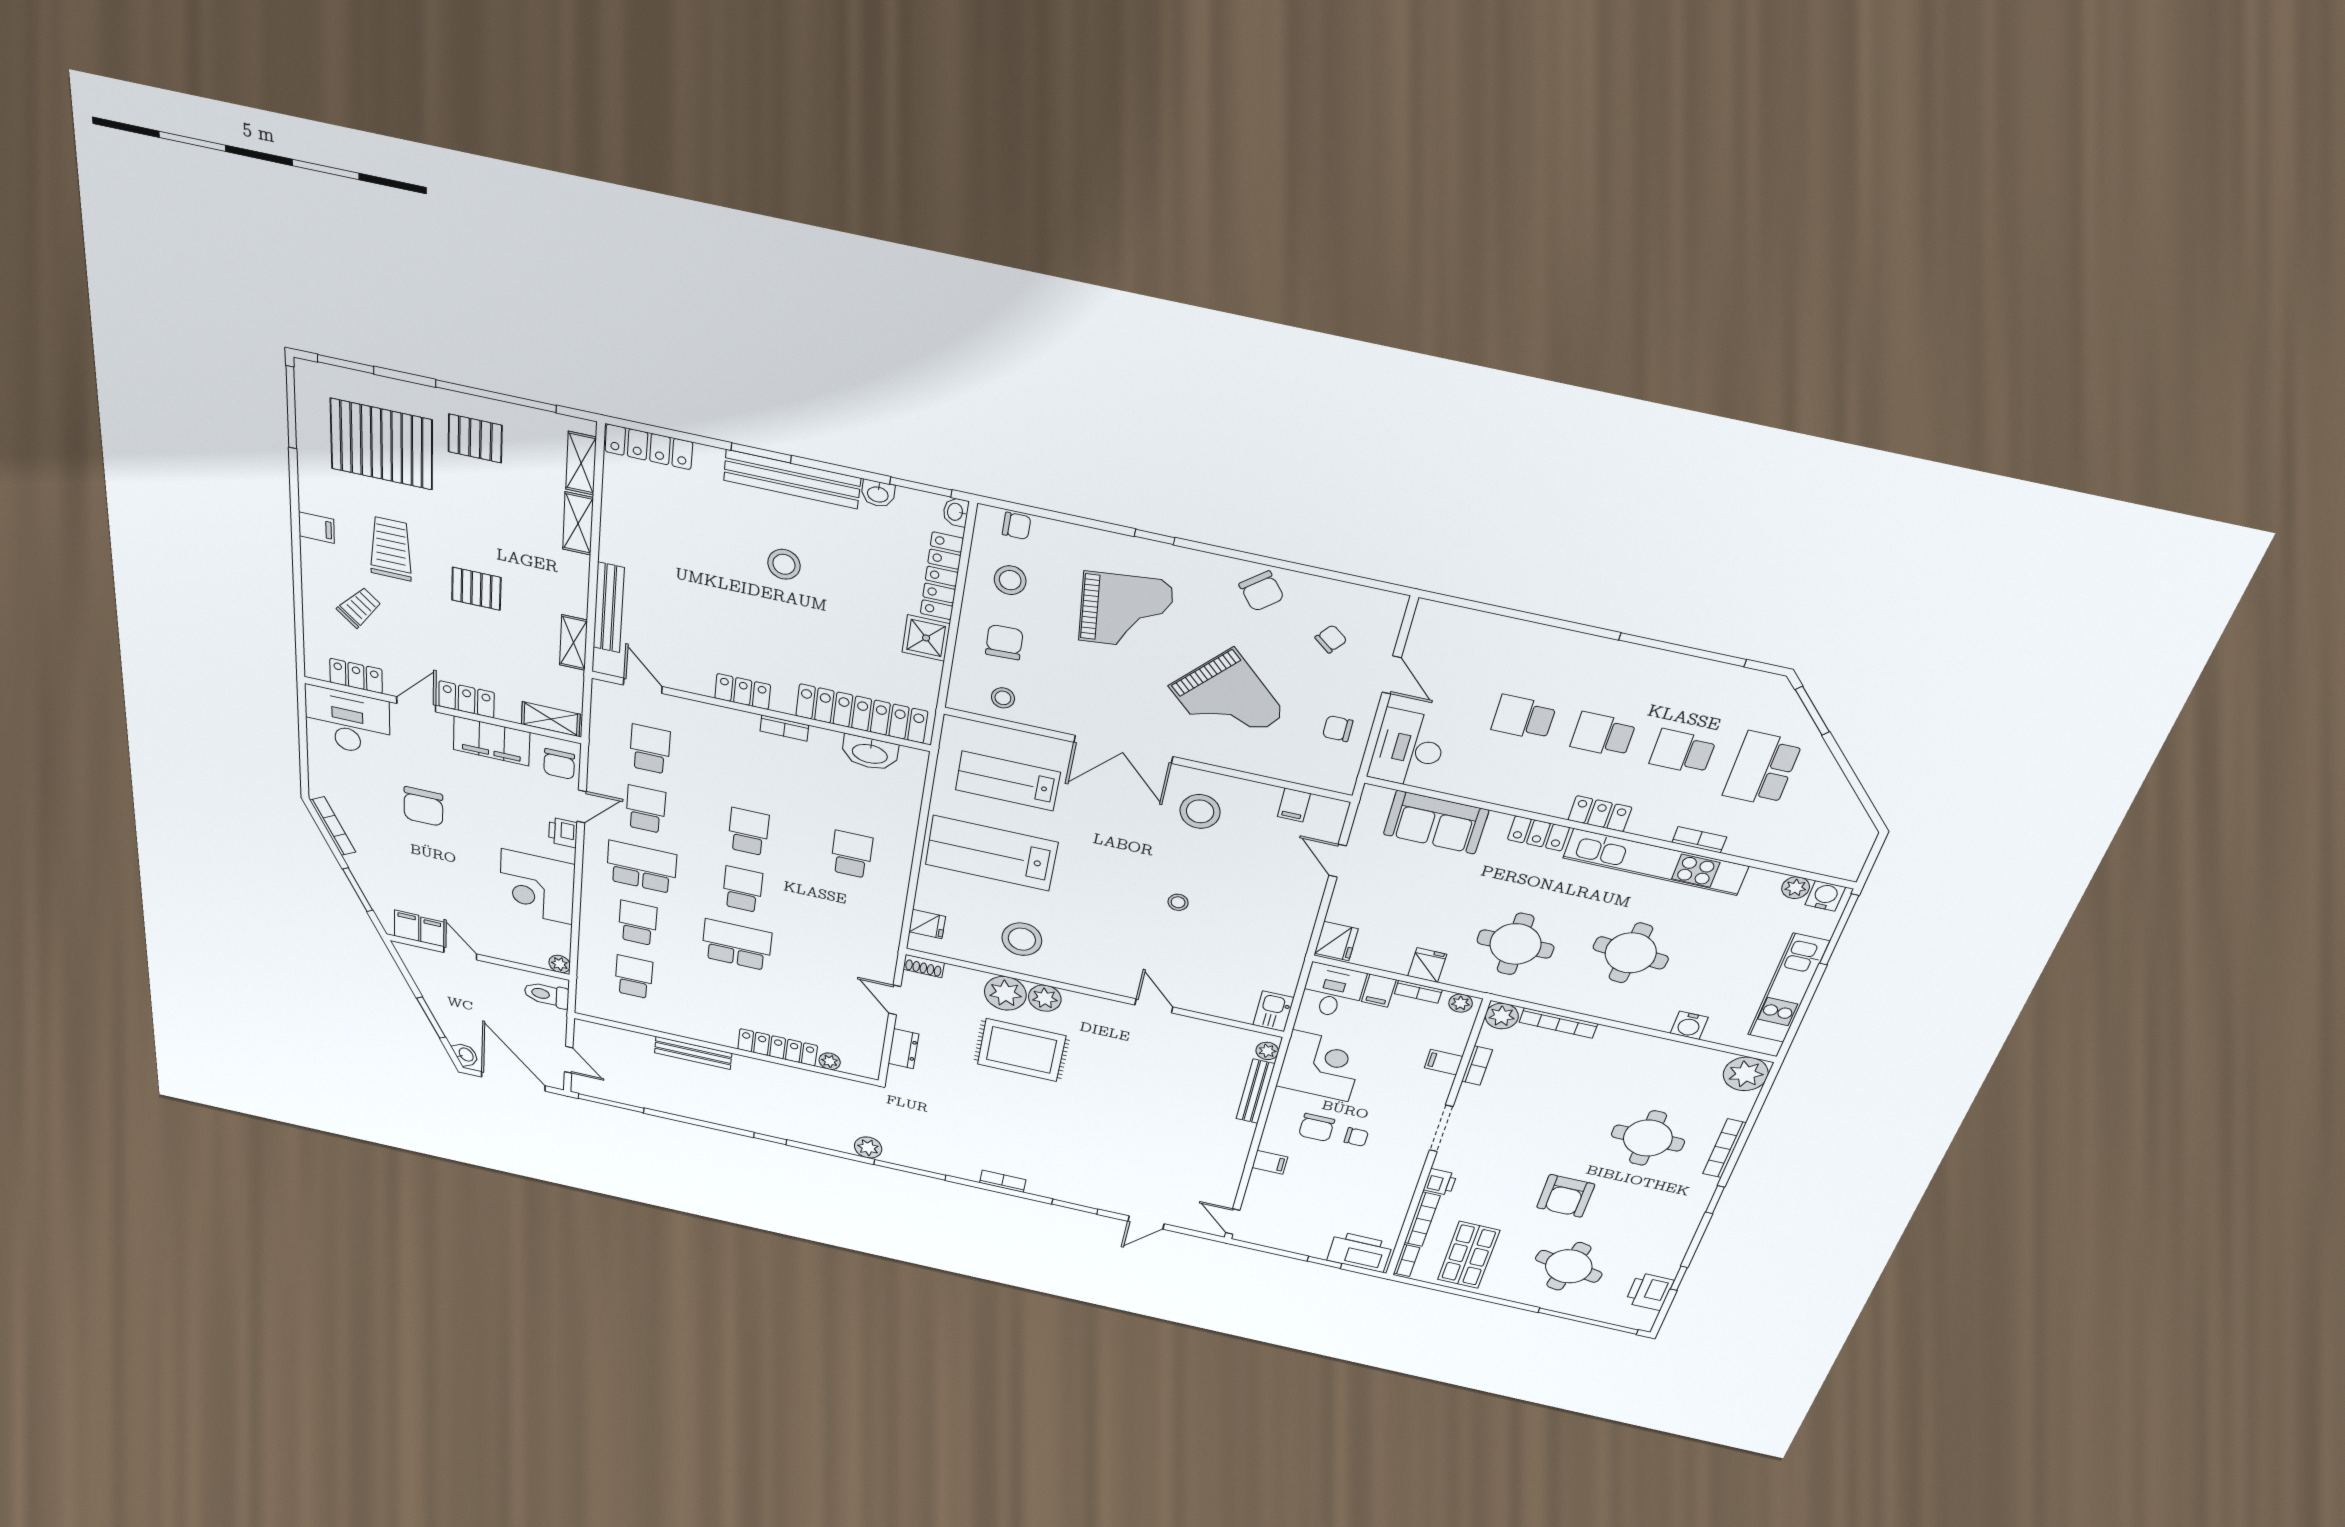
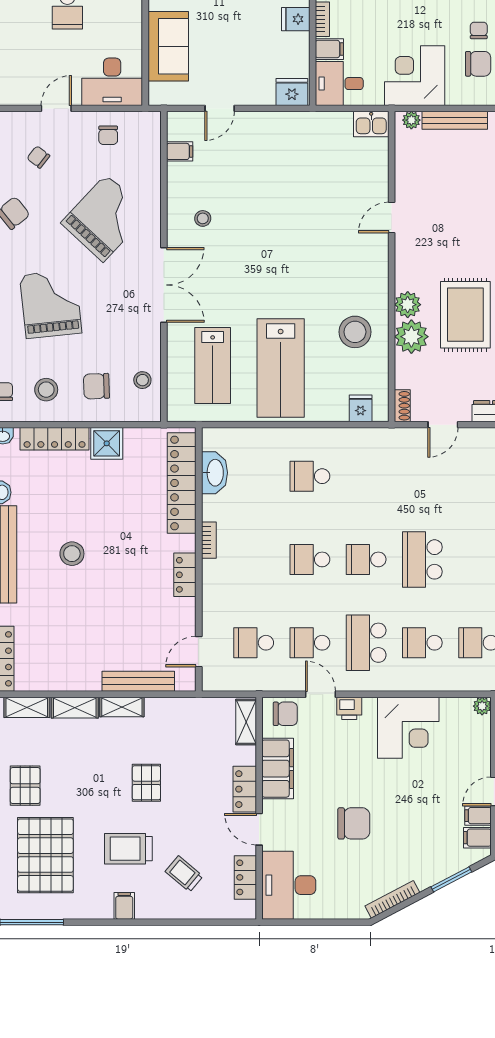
shelving: (573, 642) -> (122, 707), moved
stool: (1200, 811) -> (203, 218), width x0.53, depth x0.53
stool: (1178, 902) -> (288, 218), removed

